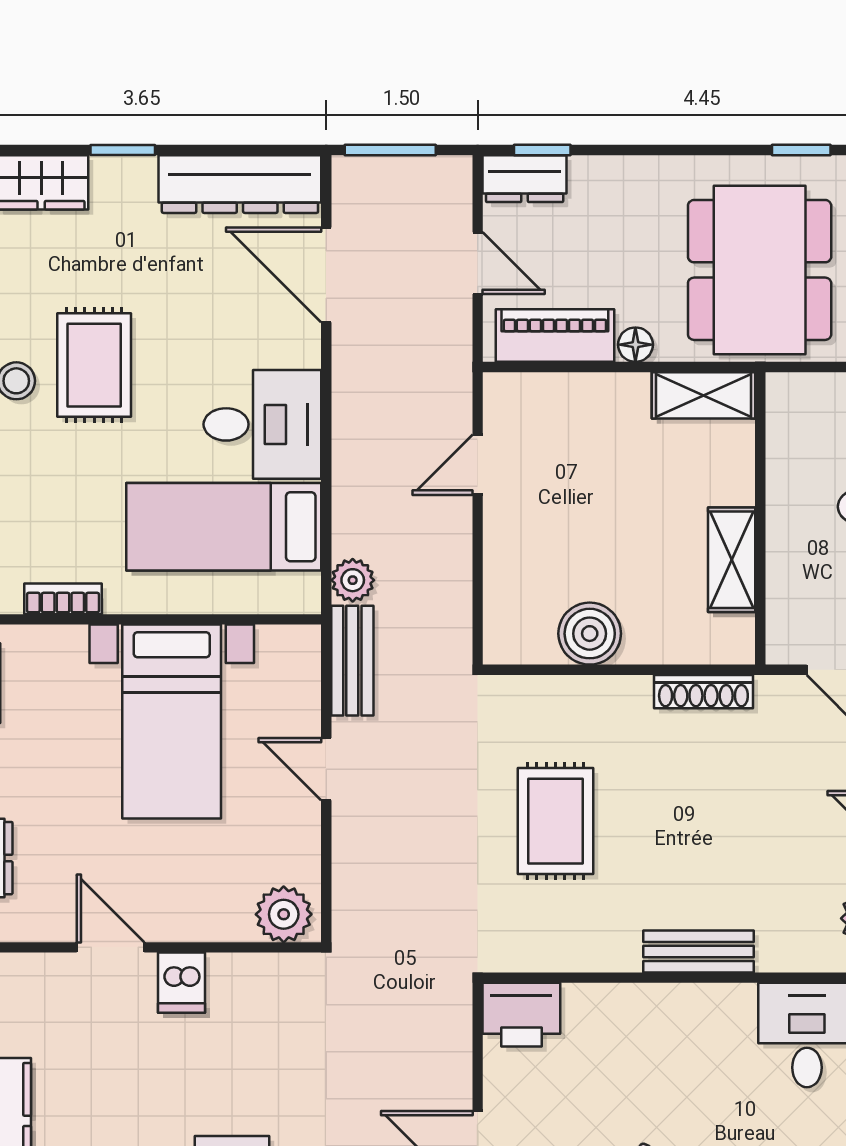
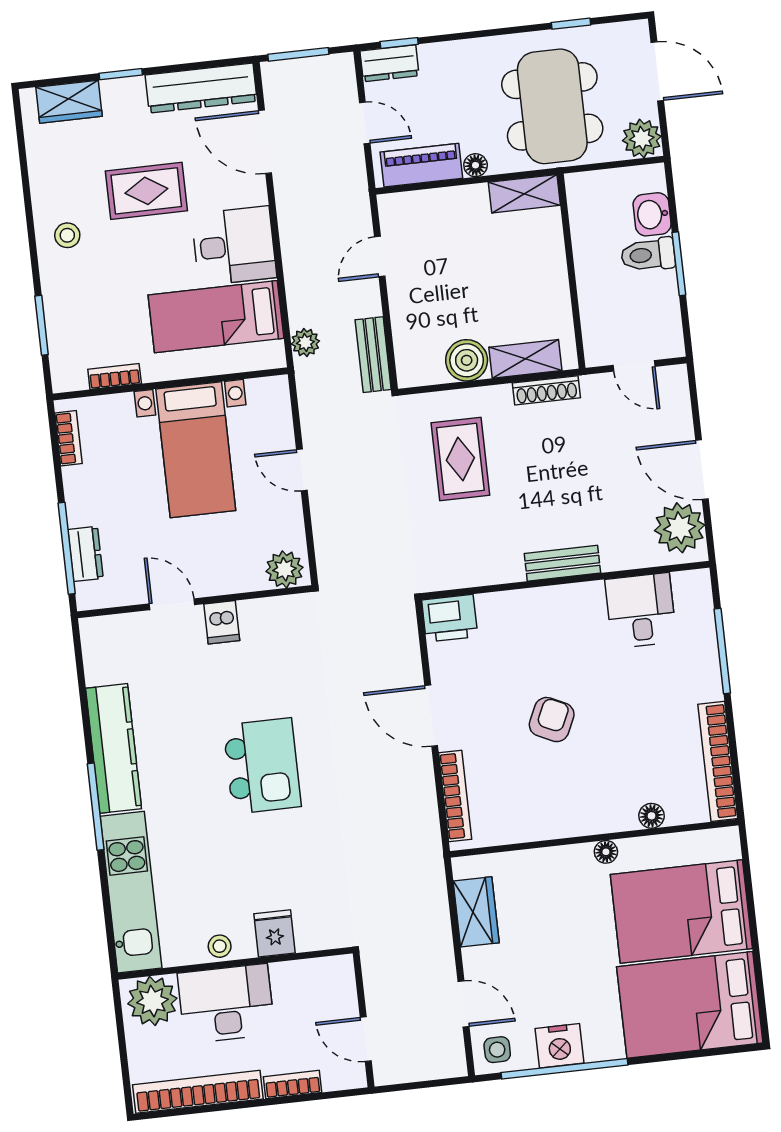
rug: (94, 365) -> (146, 191), moved, turned 90
shelving: (732, 560) -> (525, 359), moved, turned 90
bench: (352, 661) -> (373, 355), moved
rug: (555, 821) -> (460, 459), moved

